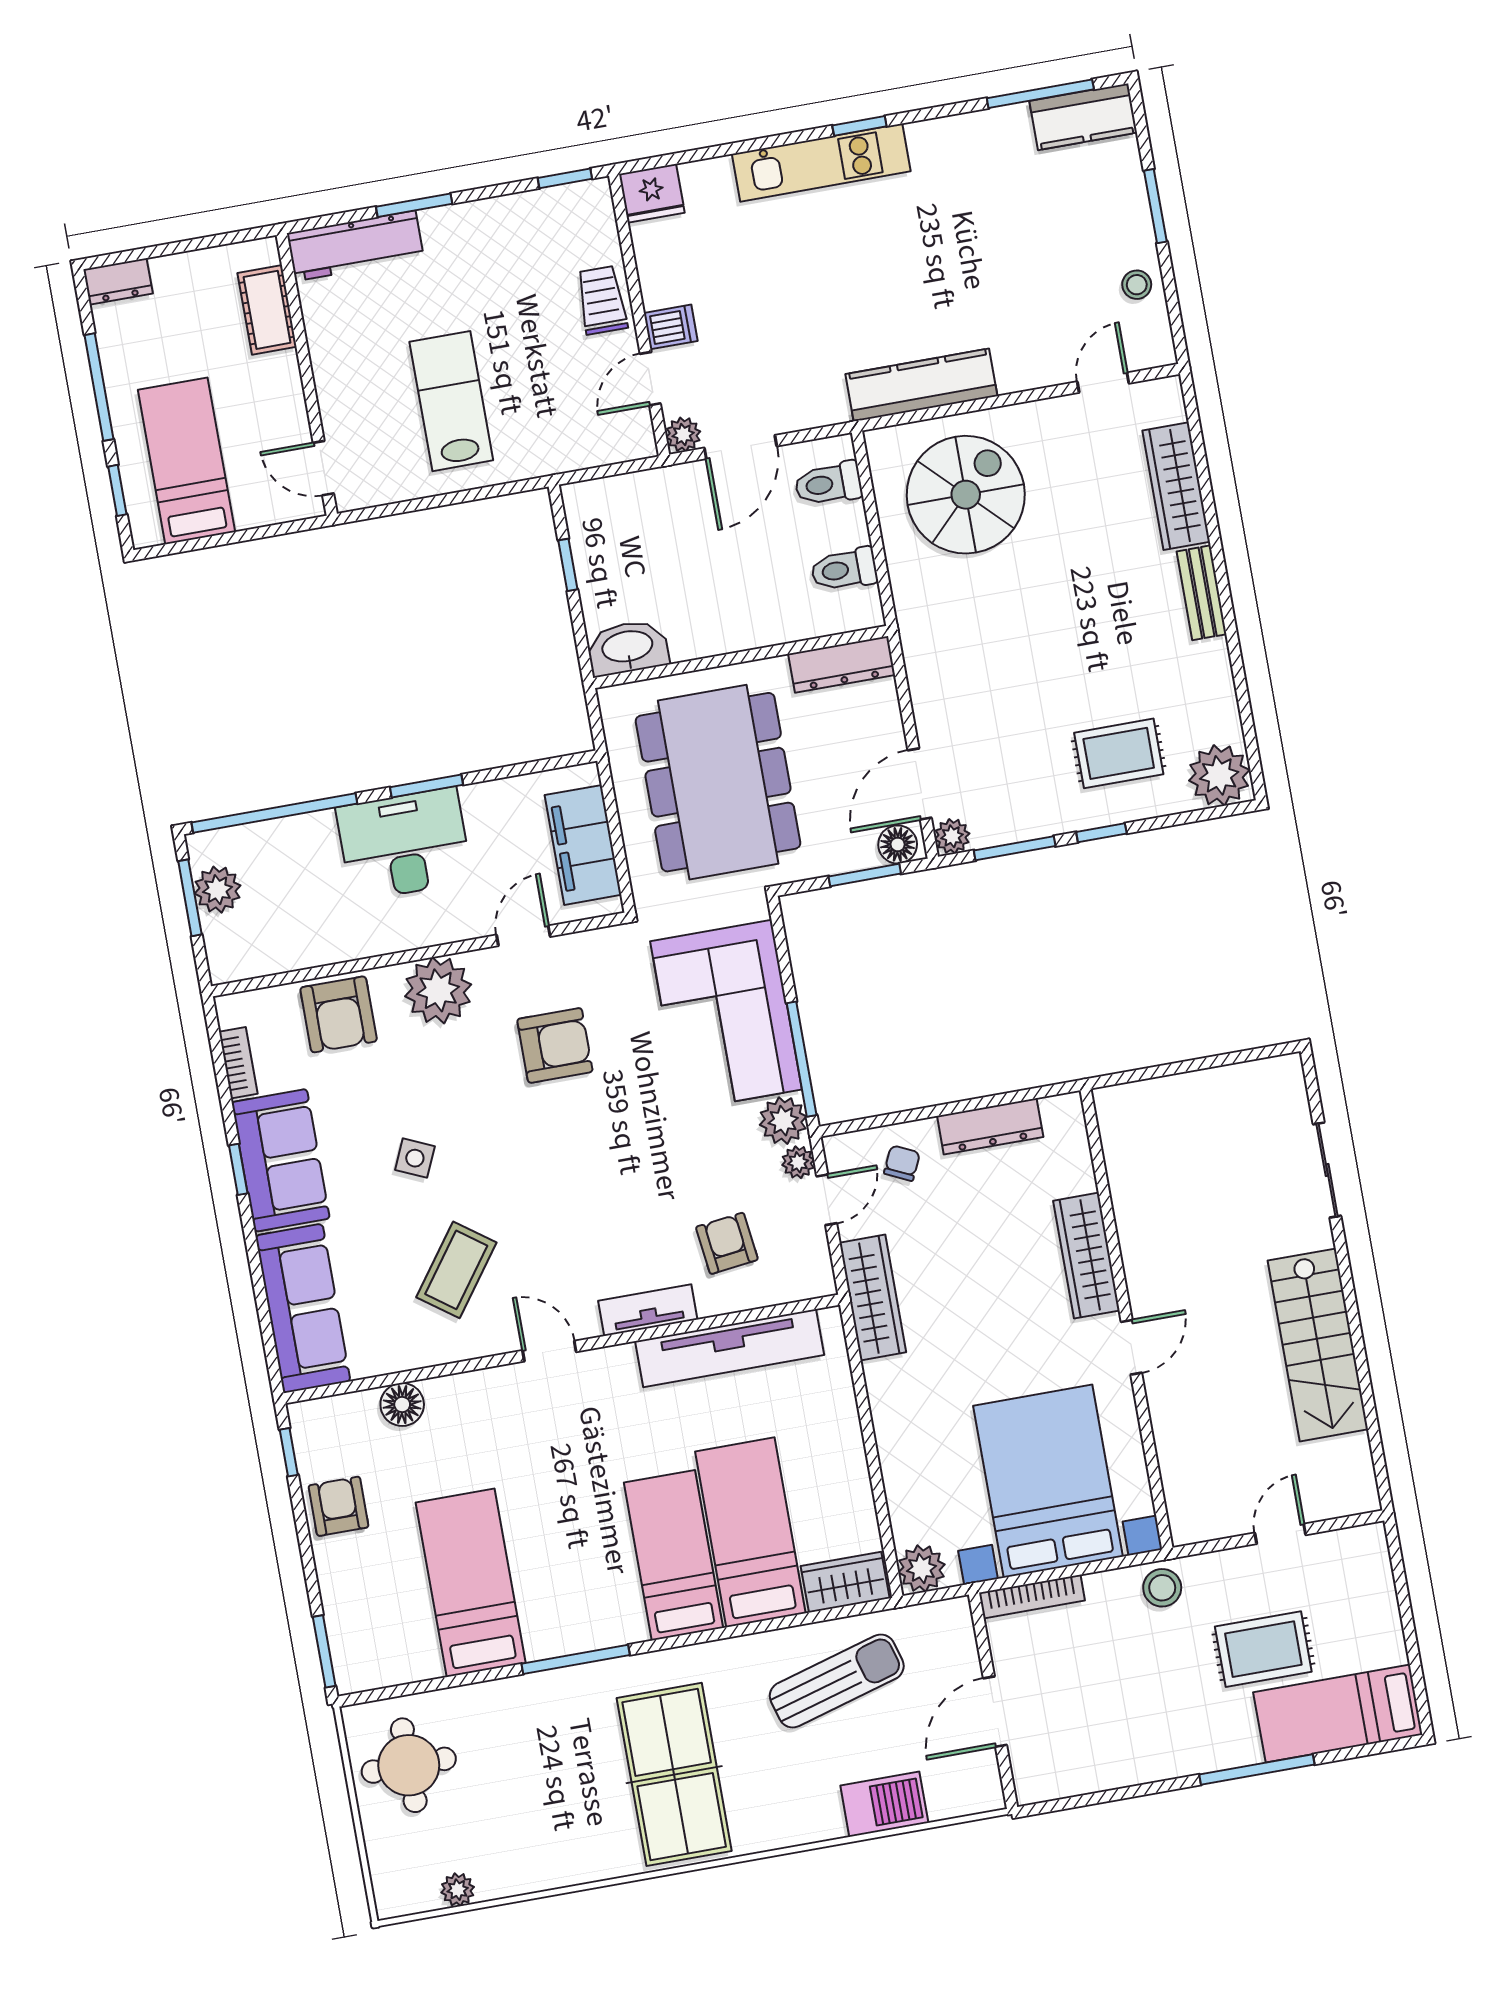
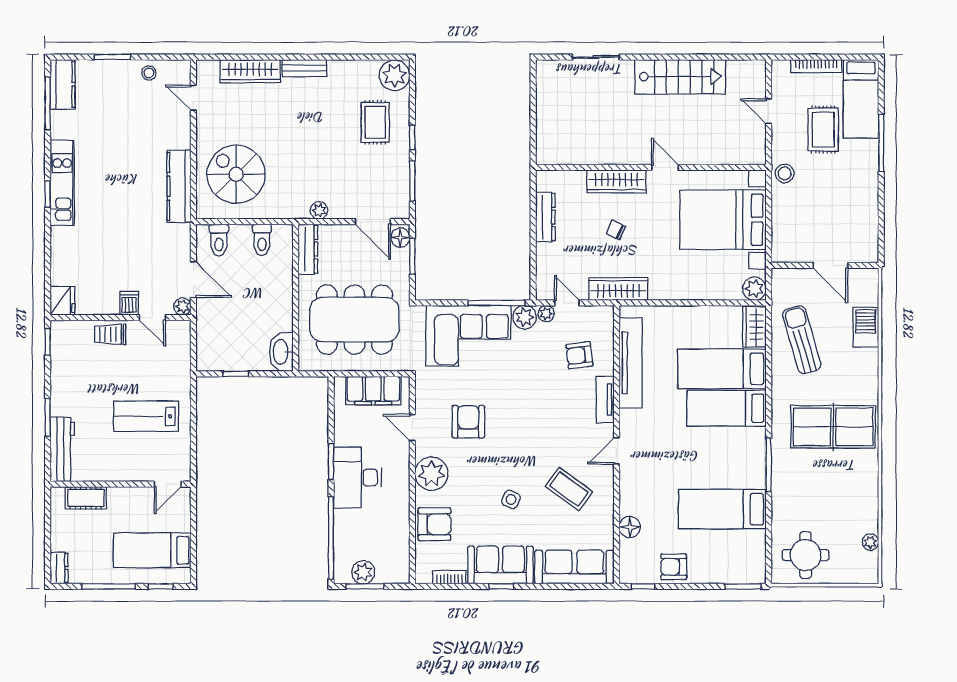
kitchen unit: (821, 163) -> (62, 183), moved
plant: (952, 836) -> (319, 210), moved
chair: (902, 1163) -> (616, 230), moved
bookcase: (1032, 1597) -> (816, 66), moved, turned 90

